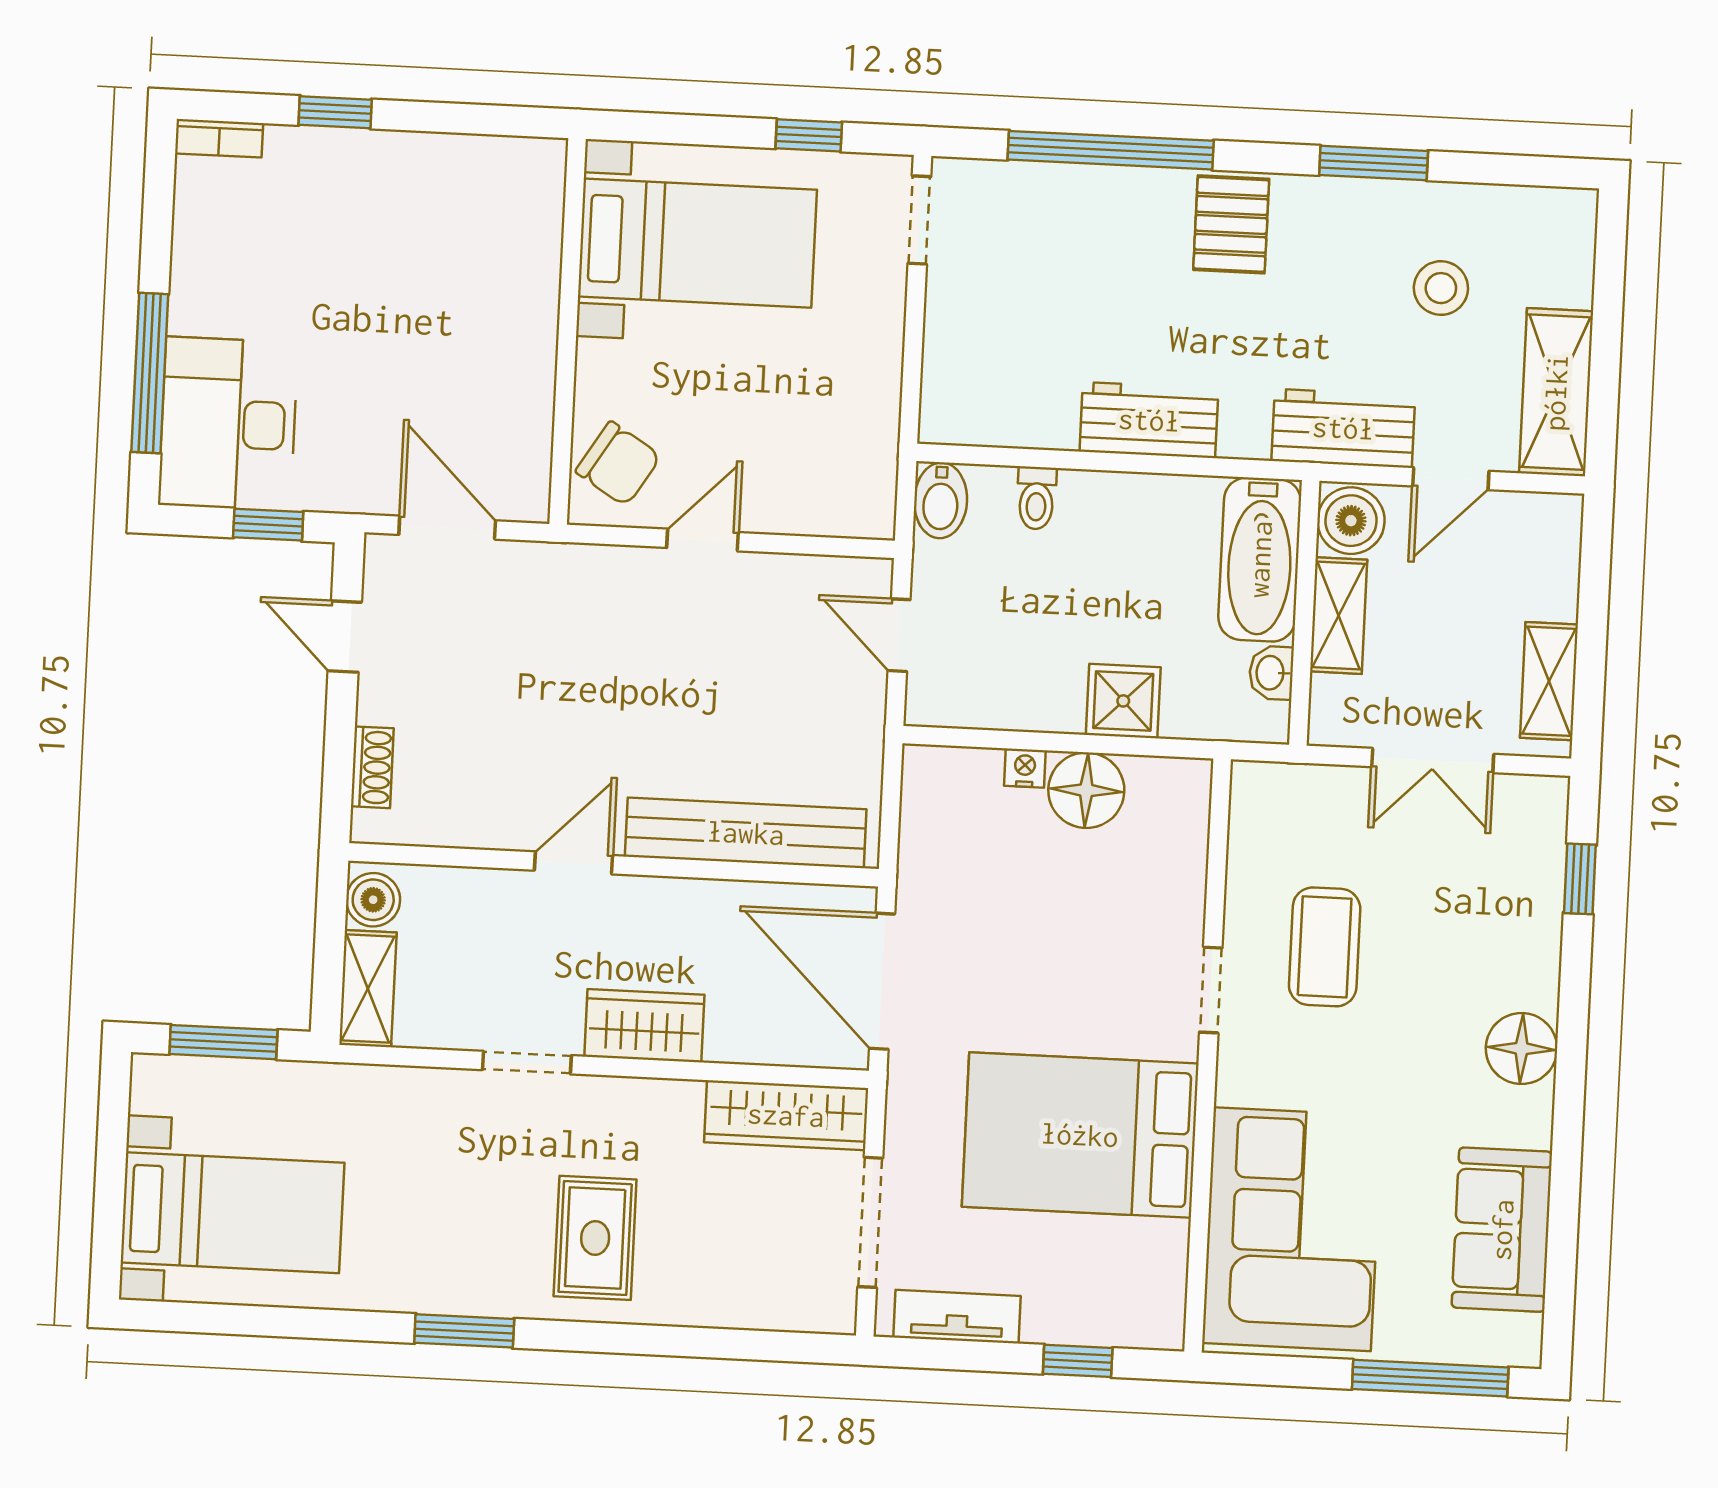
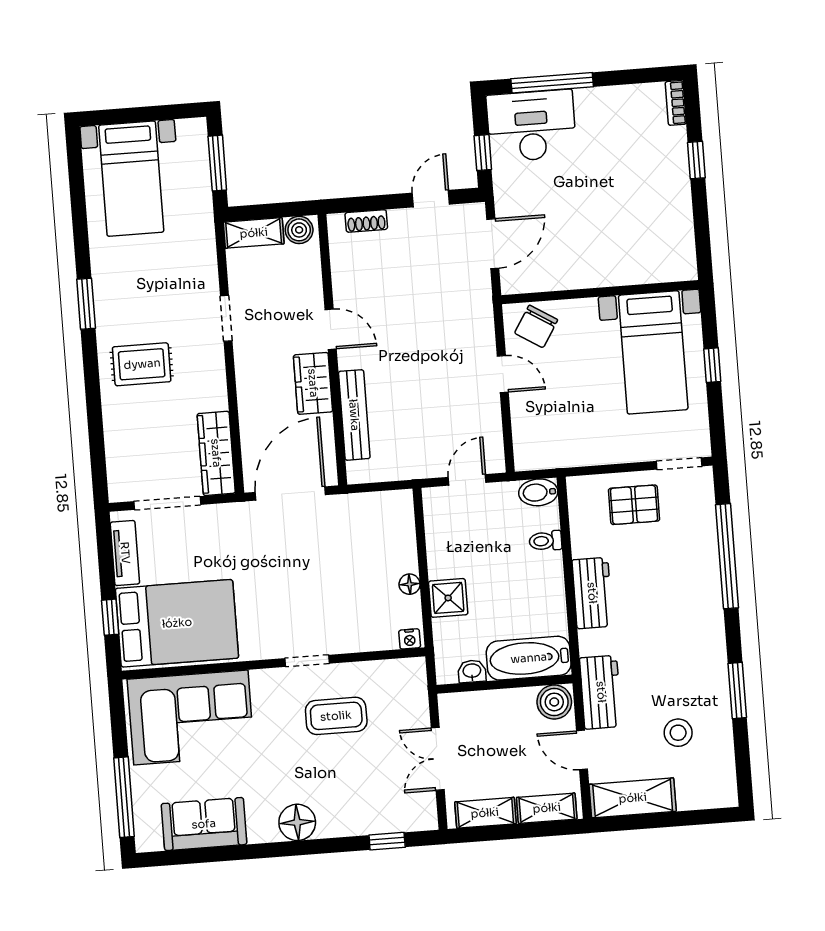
window: (809, 135) -> (712, 365), moved
pallet: (1231, 224) -> (634, 505), moved
shelving: (1339, 616) -> (547, 808), moved
nightstand: (1025, 768) -> (410, 639), moved, turned 90
floor lamp: (1086, 790) -> (410, 584), width x0.53, depth x0.53
bench: (746, 833) -> (354, 415), width x0.73, depth x0.82
wardrobe: (644, 1026) -> (313, 383), moved, turned 180
bed: (1080, 1135) -> (177, 623), moved, turned 90

